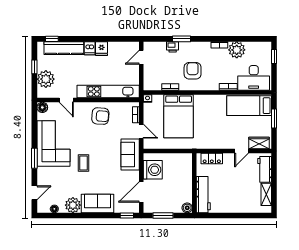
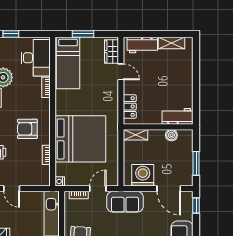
bed: (179, 116) -> (80, 139), width x1.36
shelving: (188, 164) -> (135, 135), added
workbench: (203, 195) -> (177, 116), width x0.73
boiler: (187, 208) -> (171, 135), moved

